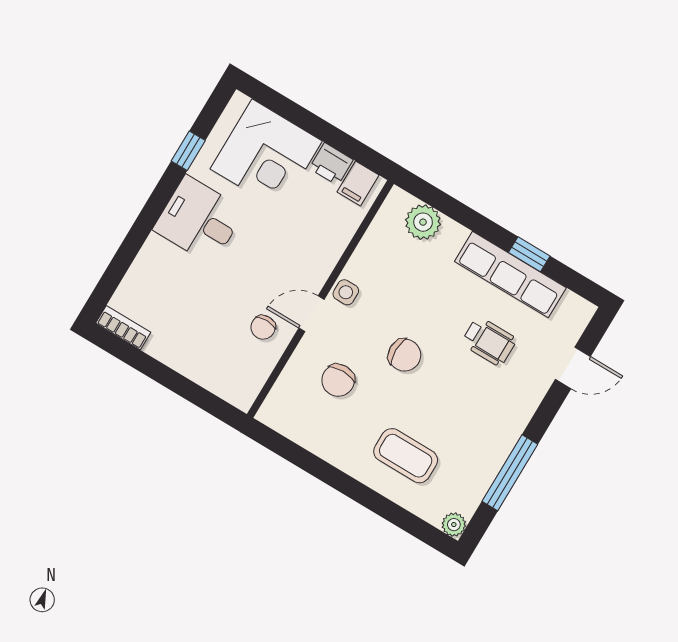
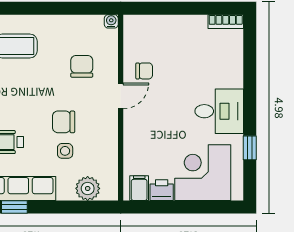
side table: (346, 292) -> (65, 151), moved
chair: (263, 327) -> (144, 71), turned 90
chair: (405, 355) -> (64, 122), moved
water cooler: (267, 415) -> (111, 21), added

